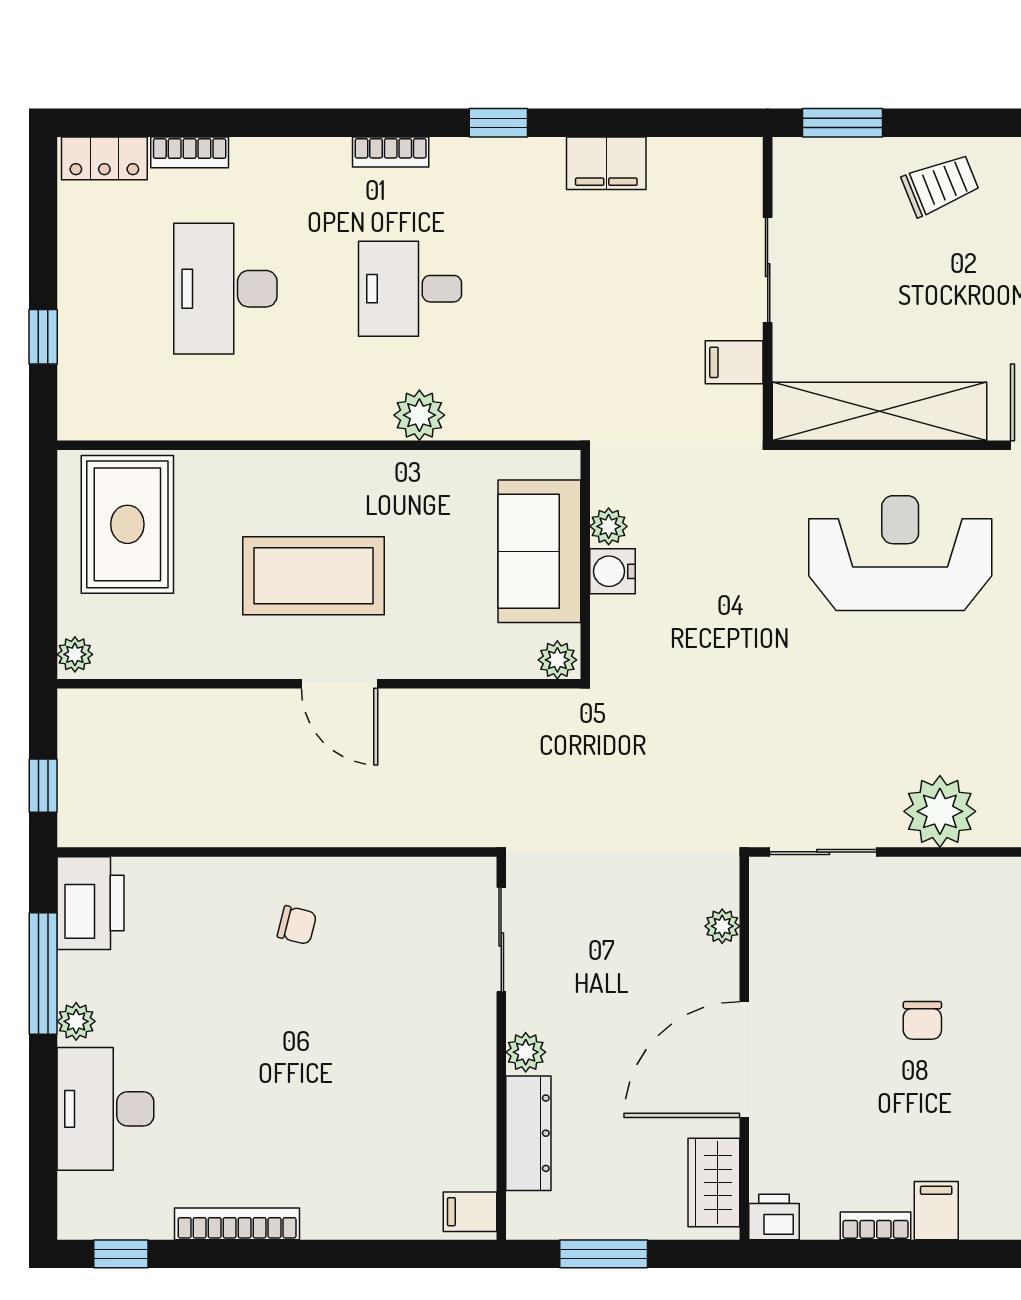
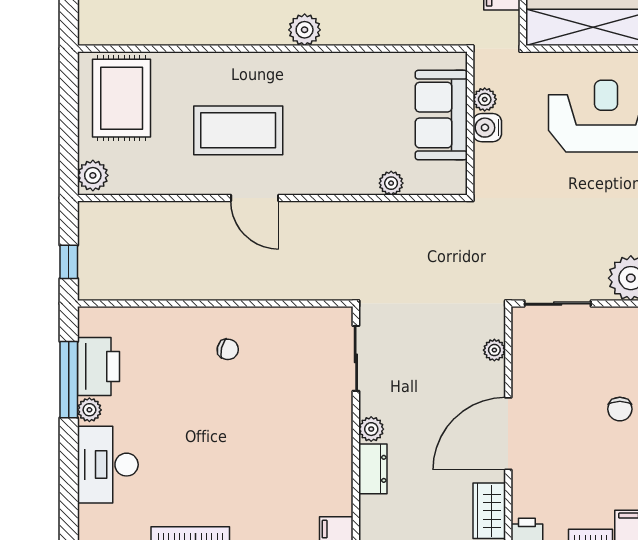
plant: (609, 526) -> (485, 99), moved
sofa: (539, 551) -> (441, 115), moved
wall: (585, 564) -> (470, 123), moved
water cooler: (613, 571) -> (487, 128), moved
plant: (75, 654) -> (93, 175), width x1.38, depth x1.38
printer: (90, 903) -> (98, 366), moved
dresser: (528, 1133) -> (373, 469), width x0.70

